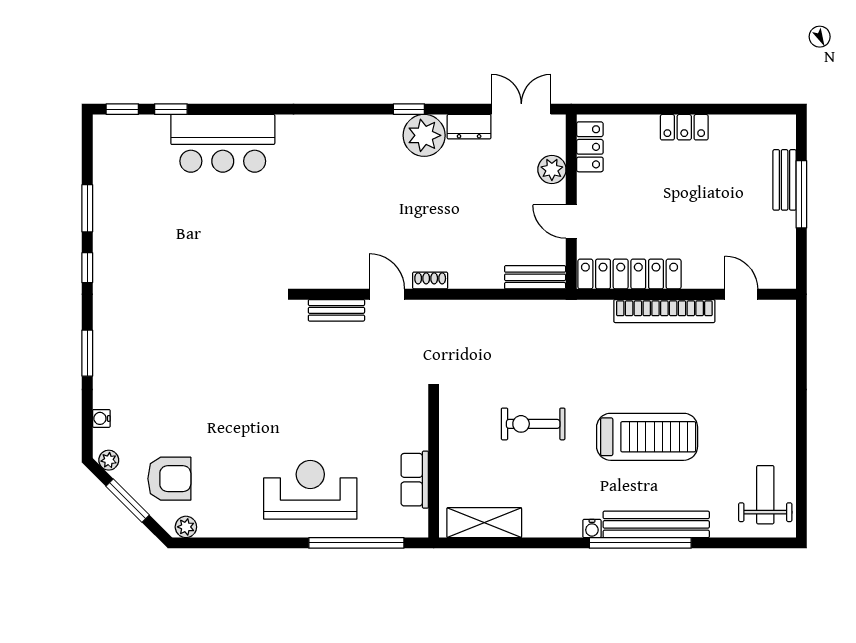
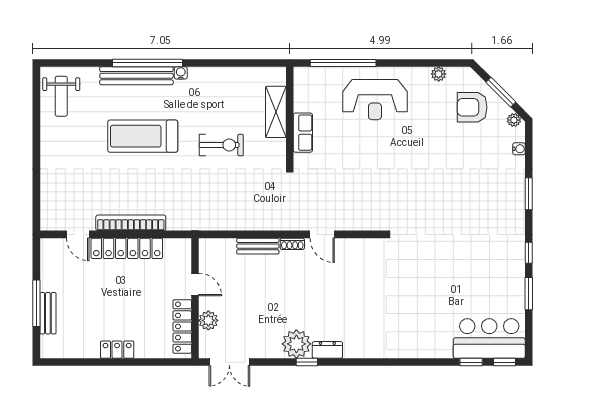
dresser: (469, 127) -> (327, 350), moved
bar counter: (223, 143) -> (489, 338), moved
locker: (590, 147) -> (182, 326), width x1.53
locker: (629, 274) -> (127, 248), moved
bench: (535, 277) -> (258, 246), moved
bench: (336, 310) -> (357, 223), removed
row of seats: (415, 480) -> (303, 133), moved
shelving: (484, 523) -> (276, 112), moved, turned 90
plant: (186, 527) -> (439, 74), moved

